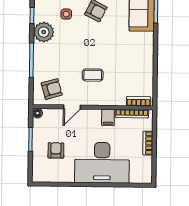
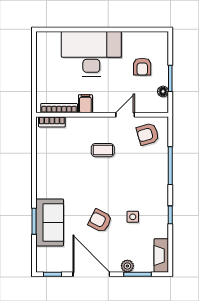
plant: (44, 32) -> (157, 197), removed
floor lamp: (37, 113) -> (163, 91), moved
bookcase: (148, 143) -> (41, 76), removed

